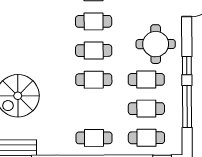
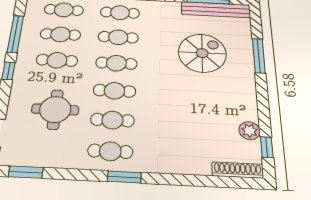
round table: (156, 44) -> (55, 109), moved
cafe table: (94, 109) -> (118, 37), added

